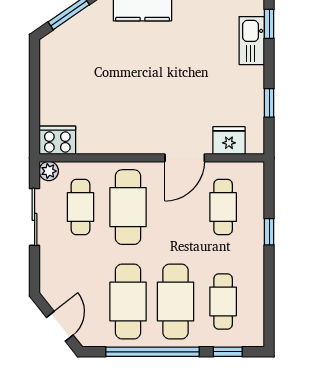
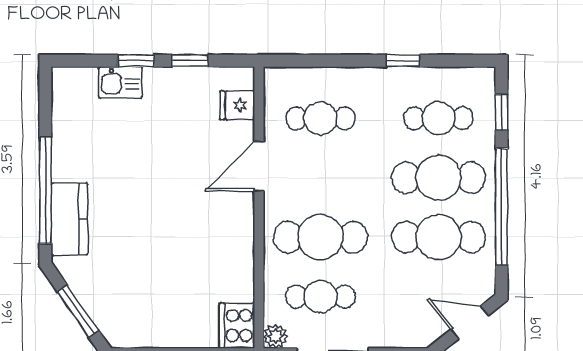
window: (269, 24) -> (136, 61), moved
kitchen sink: (252, 41) -> (120, 82), width x0.73
fridge: (229, 141) -> (237, 105), width x0.72
door: (185, 158) -> (259, 166), swing flipped
window: (269, 232) -> (403, 61), moved

